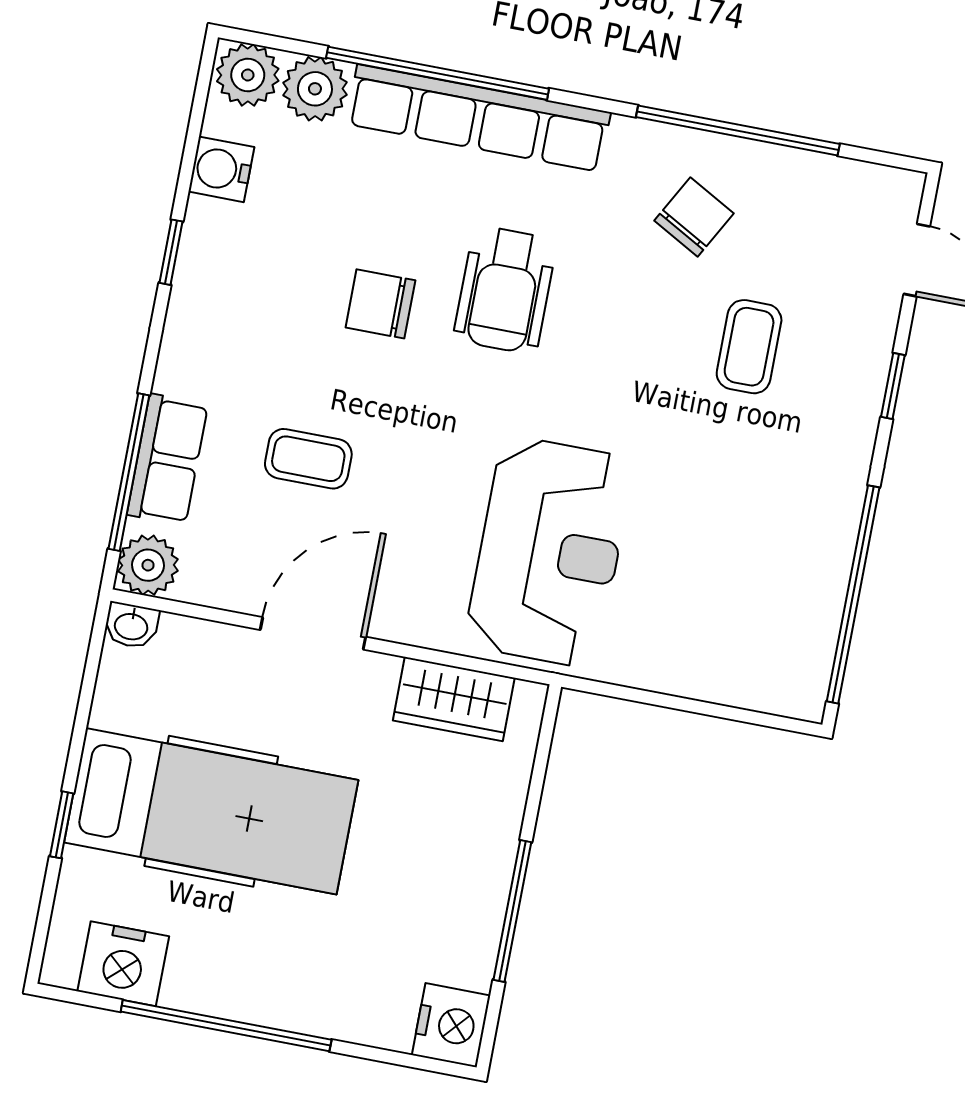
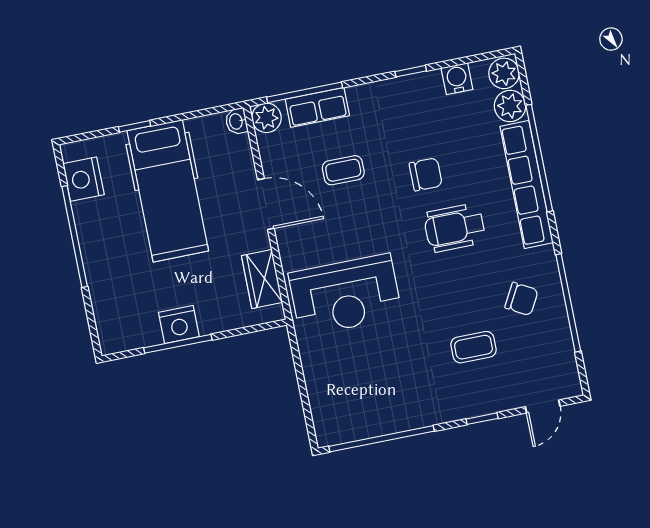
chair: (380, 304) -> (426, 174), turned 90
coffee table: (308, 459) -> (343, 170), turned 90
nightstand: (451, 1025) -> (179, 324), moved

